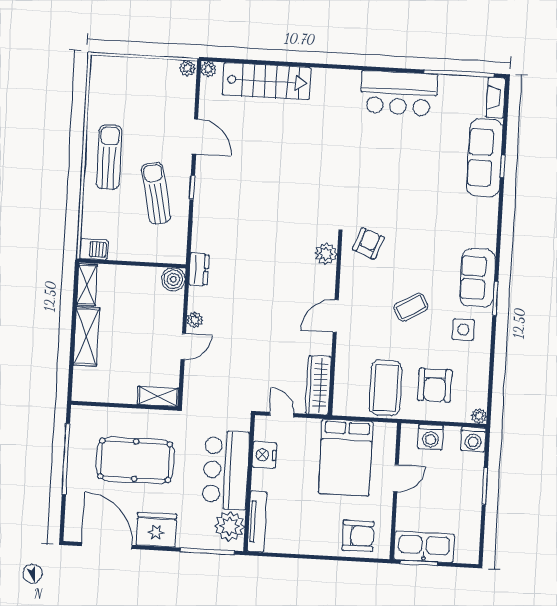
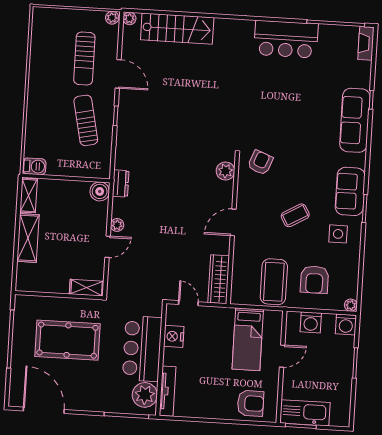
sun lounger: (109, 157) -> (84, 58), moved, turned 180
sofa: (485, 158) -> (355, 120), moved
bed: (346, 458) -> (248, 339), width x0.67
fridge: (156, 530) -> (85, 397), removed

